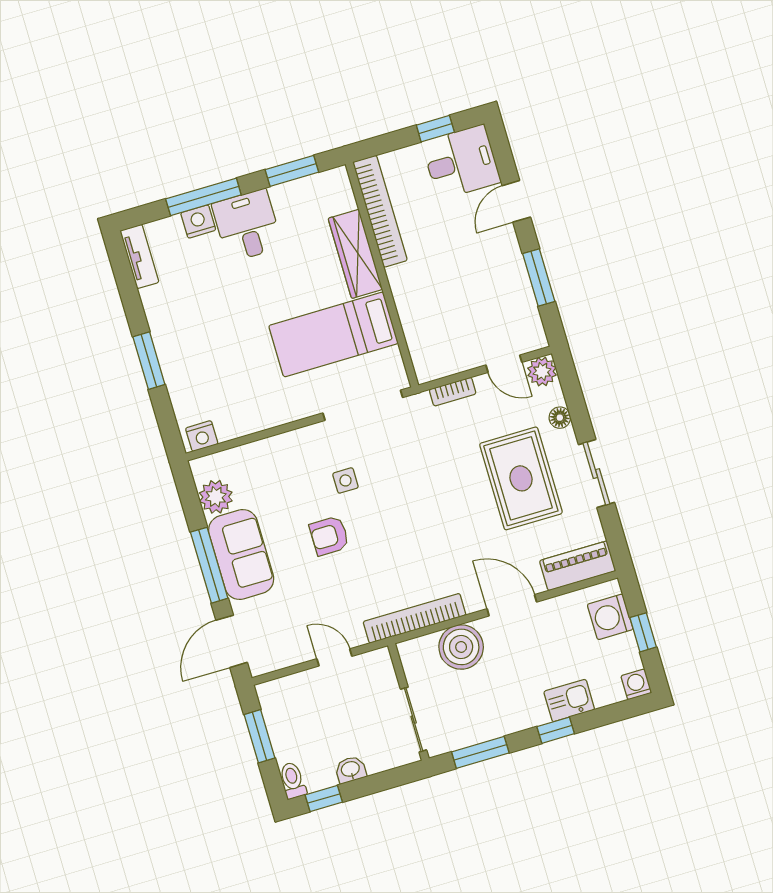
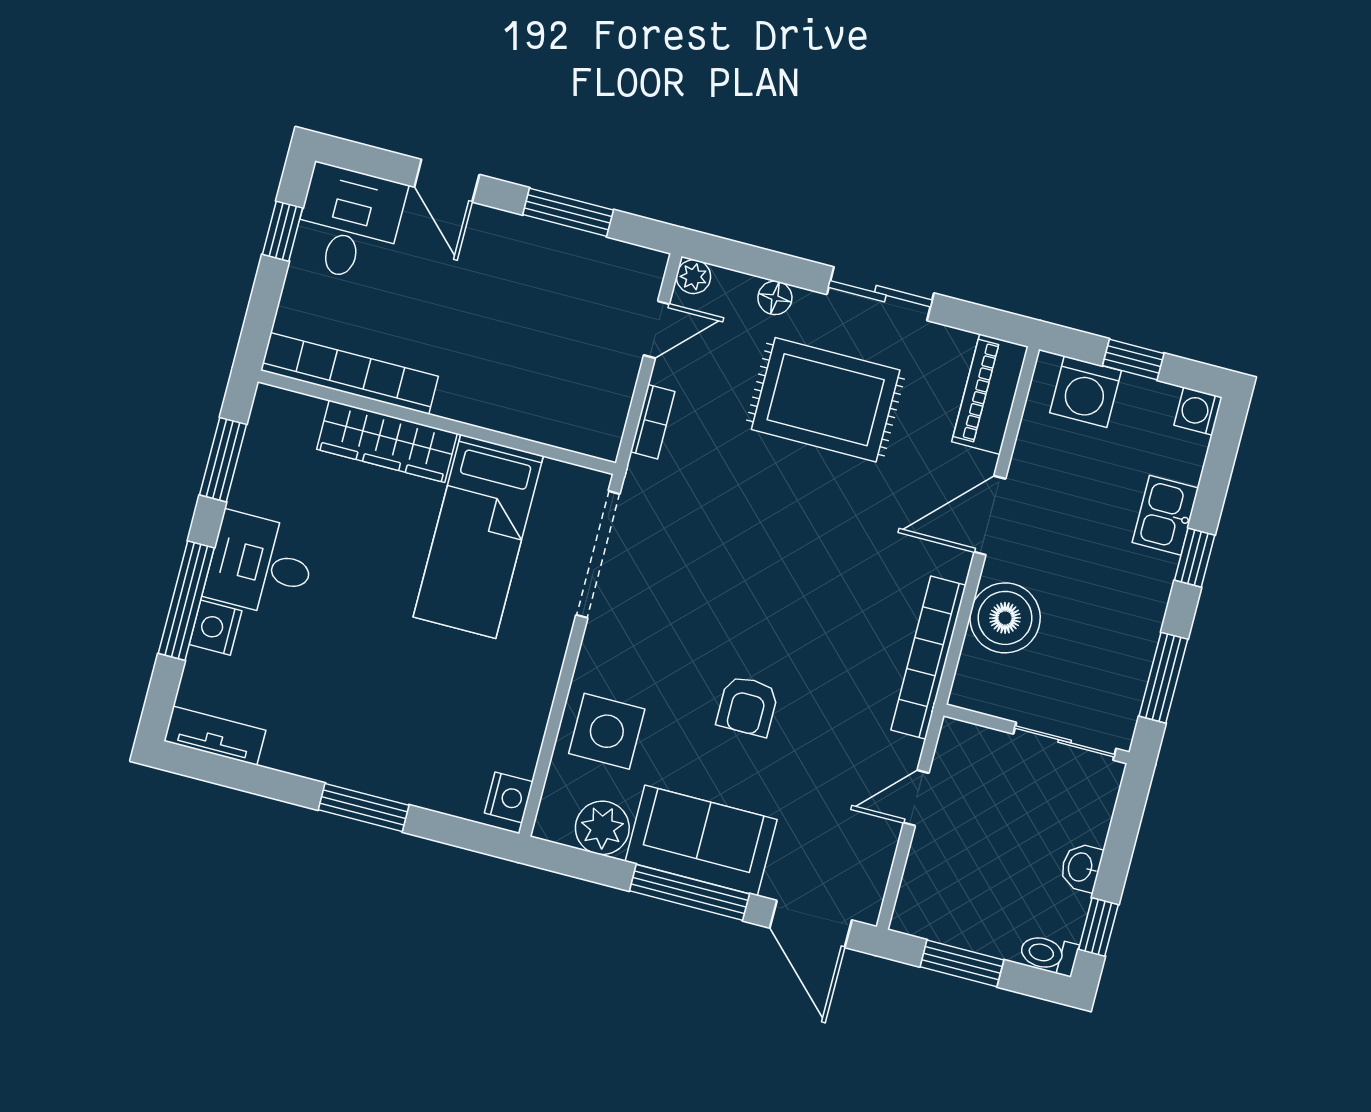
plant: (542, 372) -> (694, 277), width x0.73, depth x0.73
side table: (345, 480) -> (607, 731), moved, width x1.87, depth x1.87

